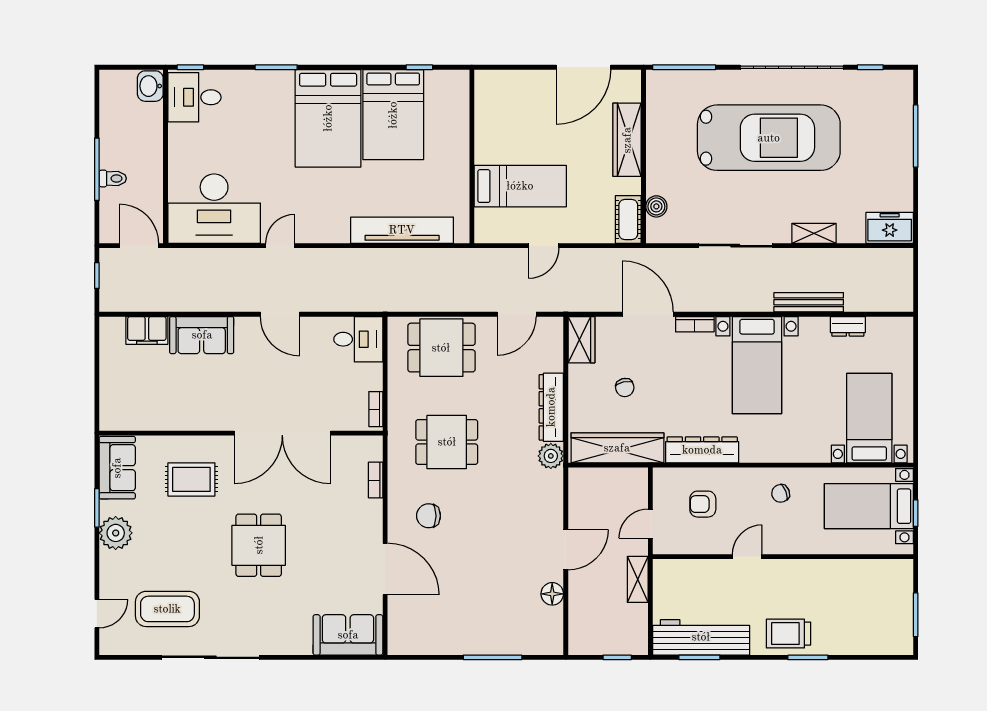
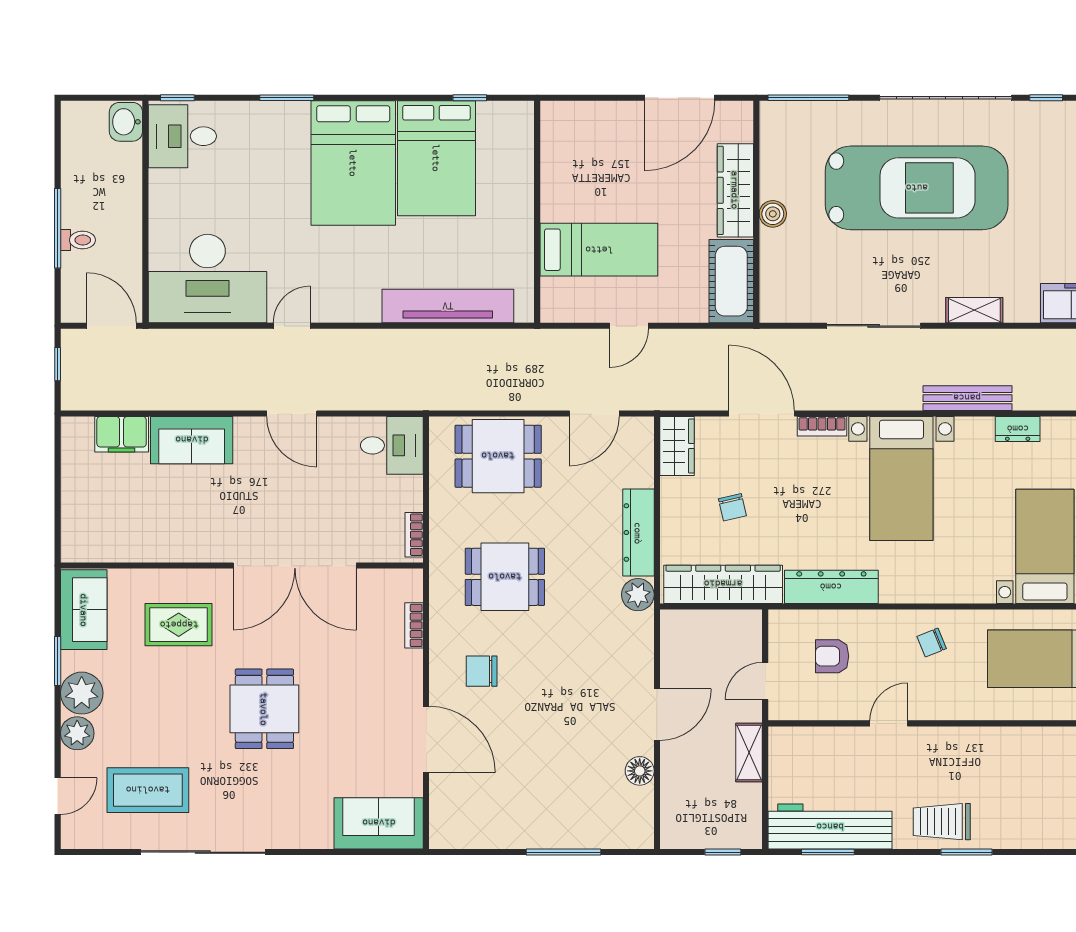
boiler: (656, 206) -> (773, 214), moved
cot: (628, 219) -> (731, 281), width x1.37, depth x1.34
plant: (112, 564) -> (77, 733), added

